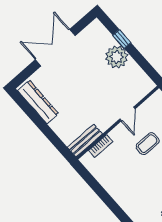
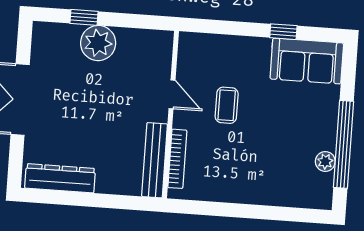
bench: (85, 141) -> (155, 160), width x1.36
bookcase: (101, 146) -> (177, 159), width x1.56

